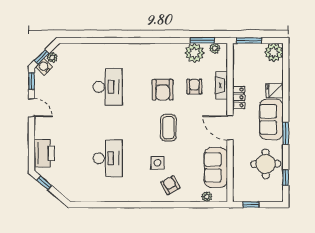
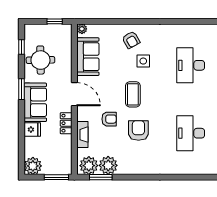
plant: (215, 48) -> (89, 166), width x1.88, depth x1.88
armchair: (194, 87) -> (109, 119), moved, turned -90
plant: (207, 197) -> (82, 29), moved

